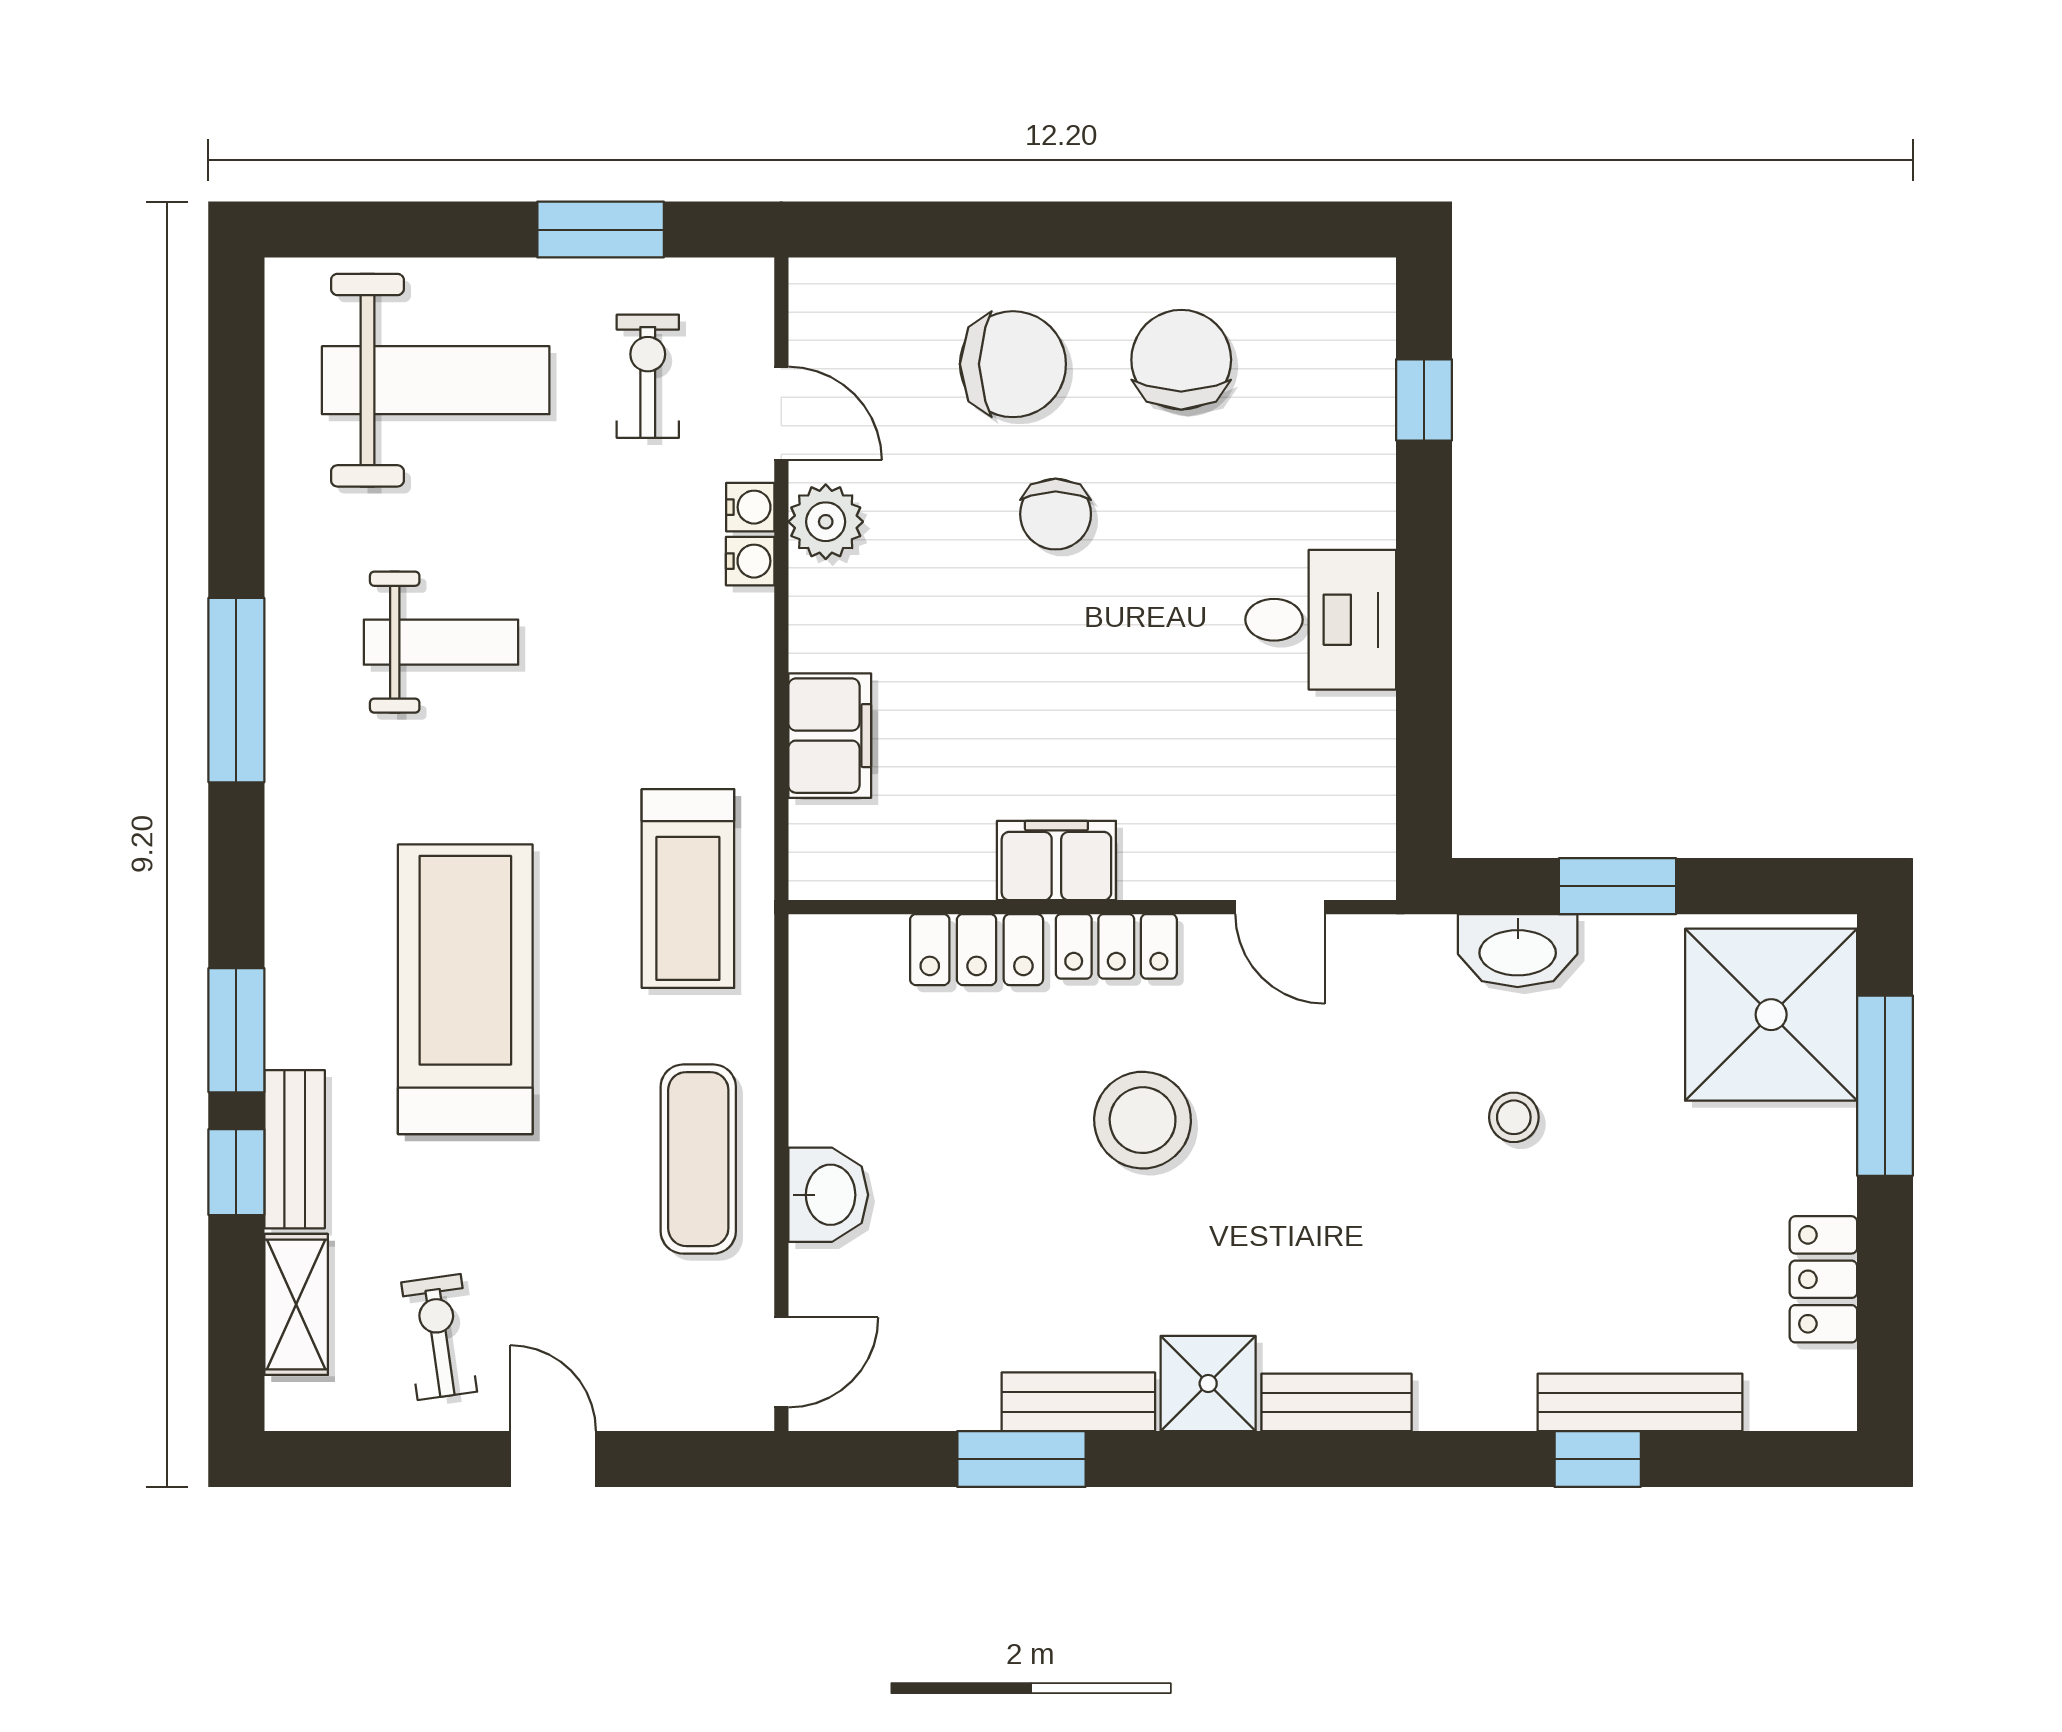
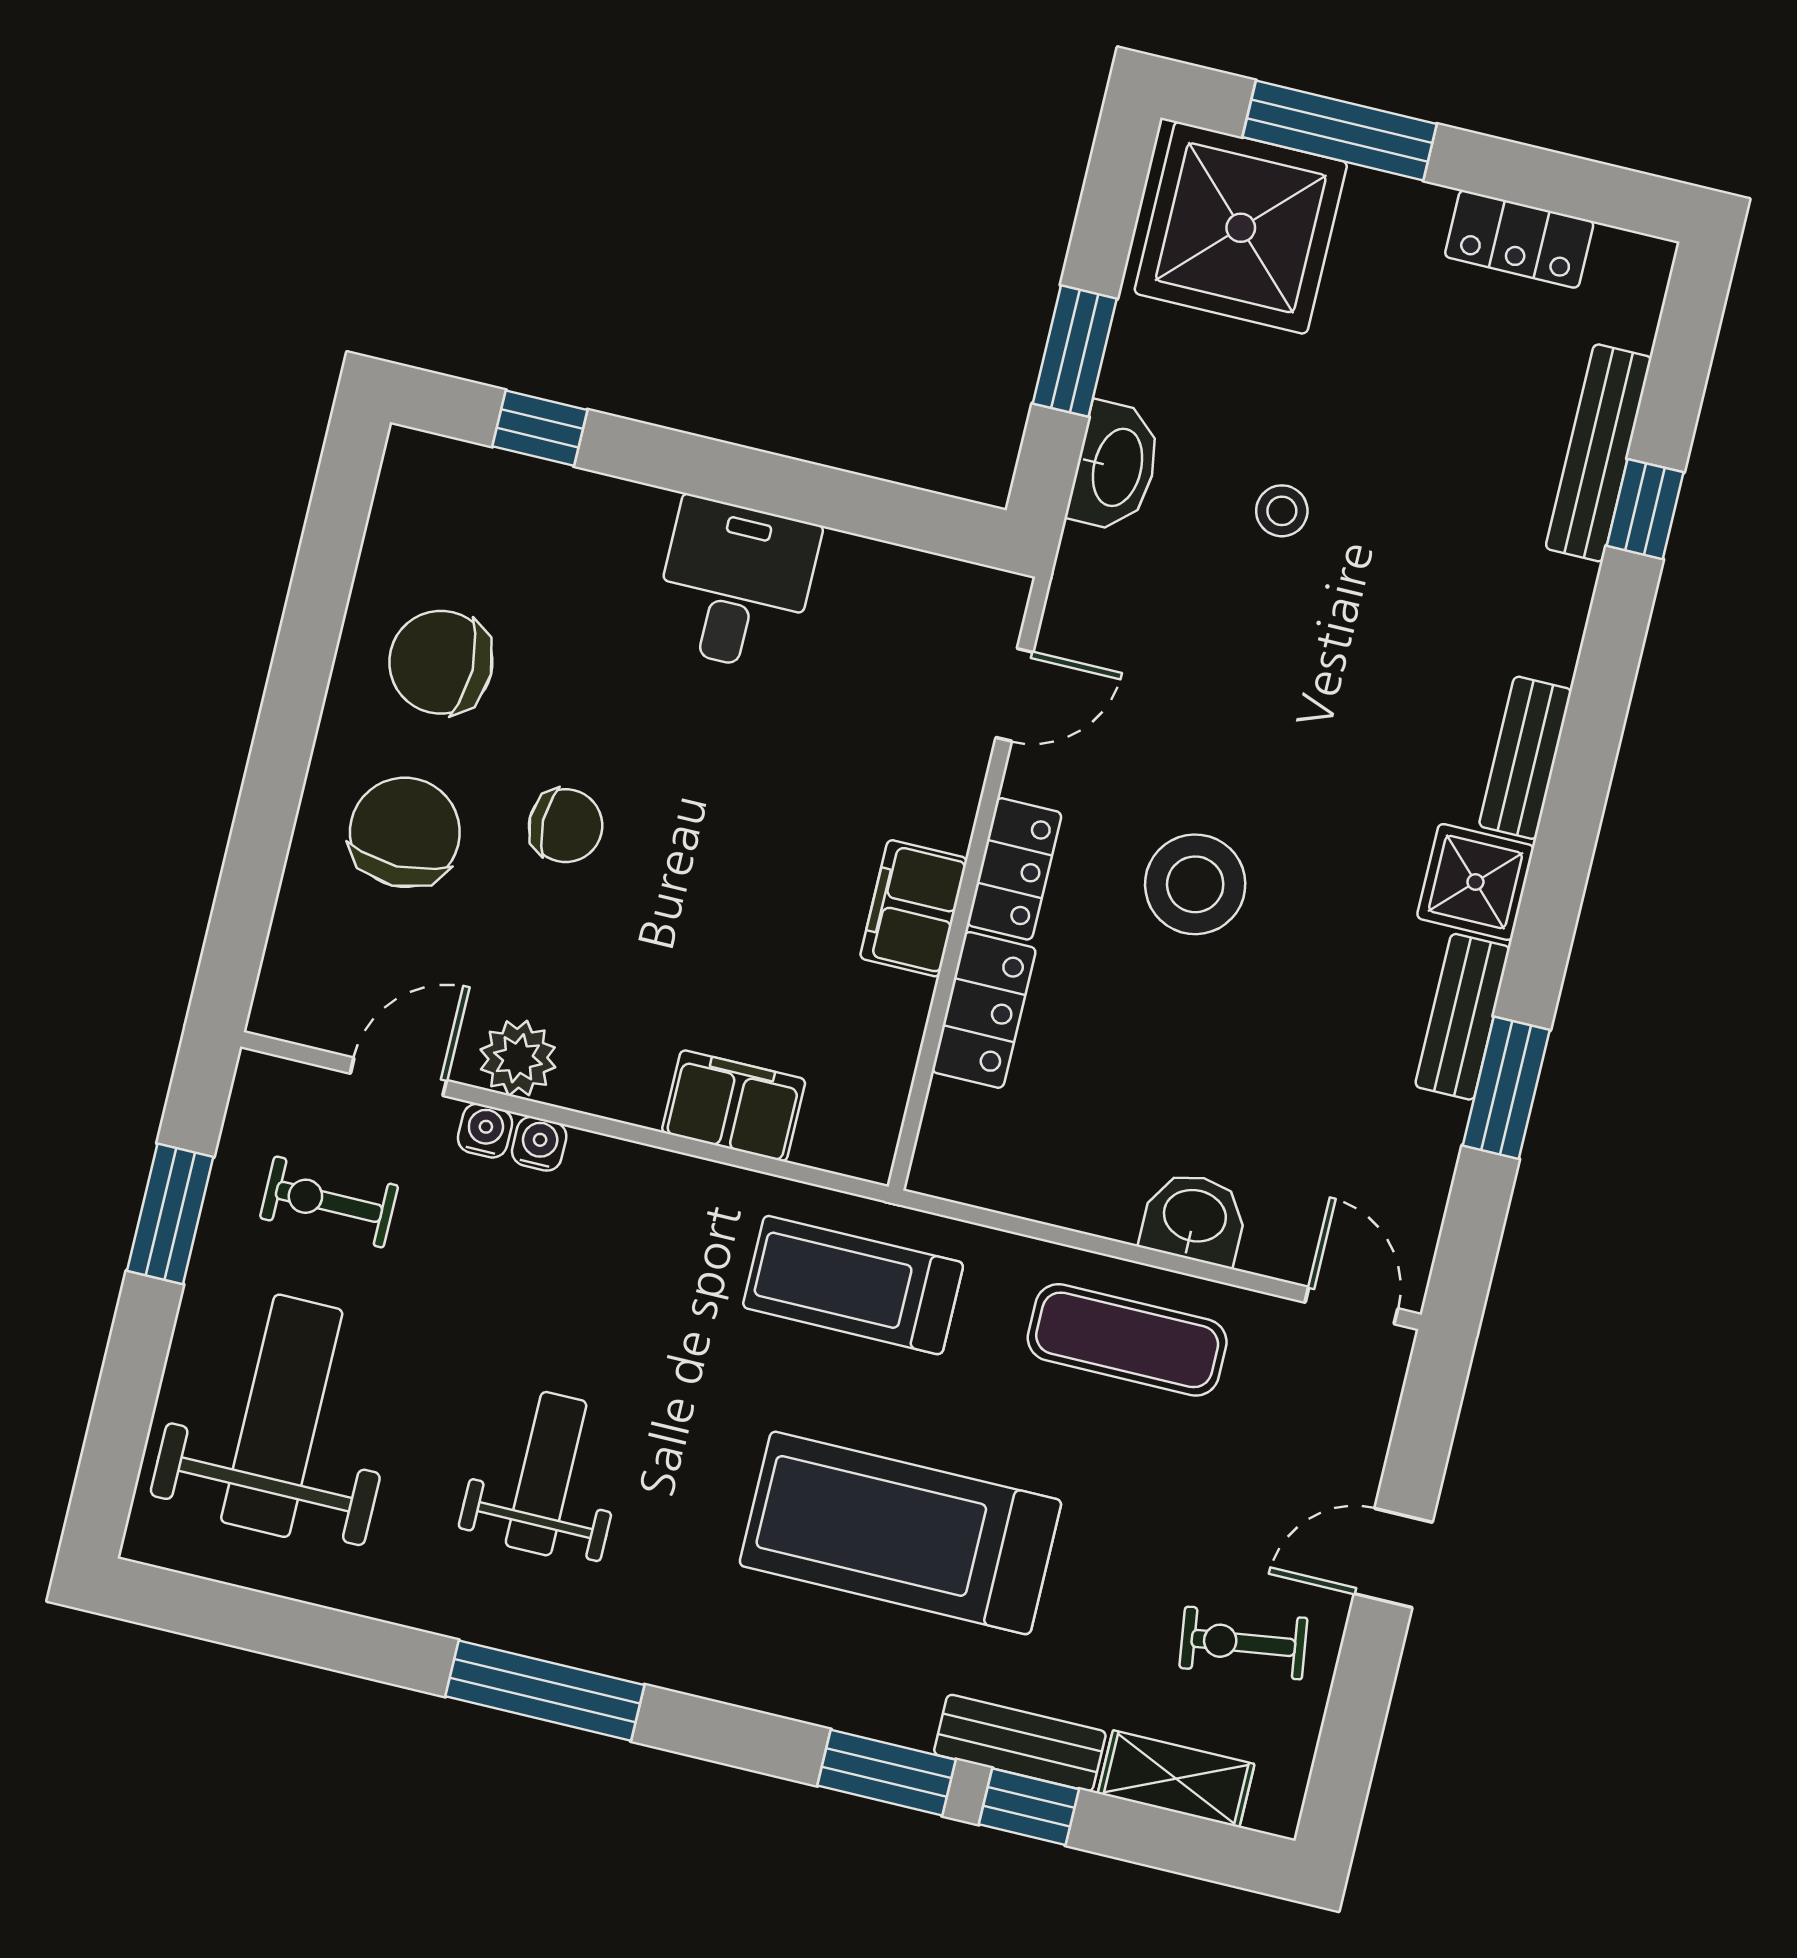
treadmill: (688, 889) -> (853, 1285), turned 180

